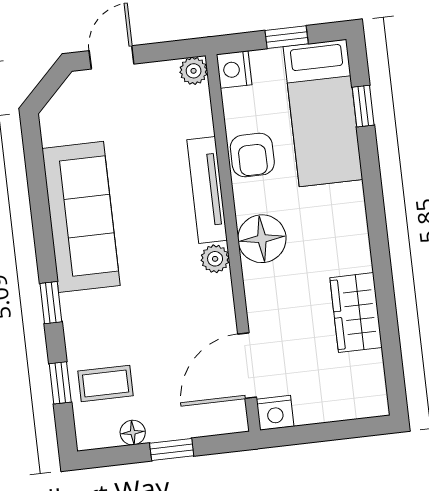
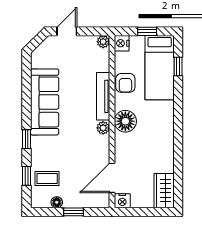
wardrobe: (356, 313) -> (164, 191), moved

